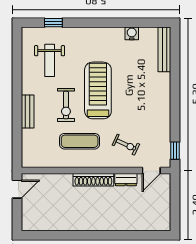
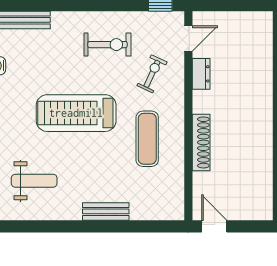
exercise bike: (66, 105) -> (107, 45), moved
door: (151, 171) -> (188, 38), hinge flipped
shoe rack: (93, 180) -> (201, 142), moved

